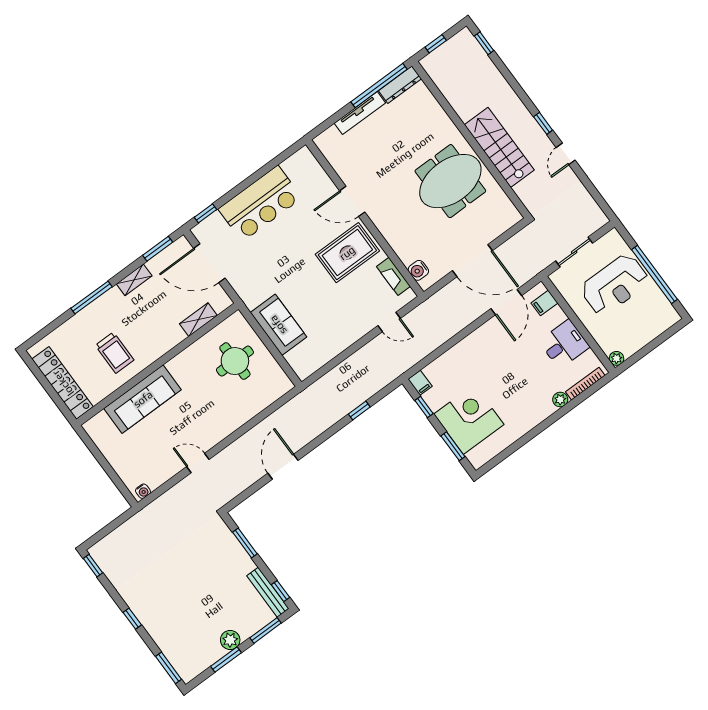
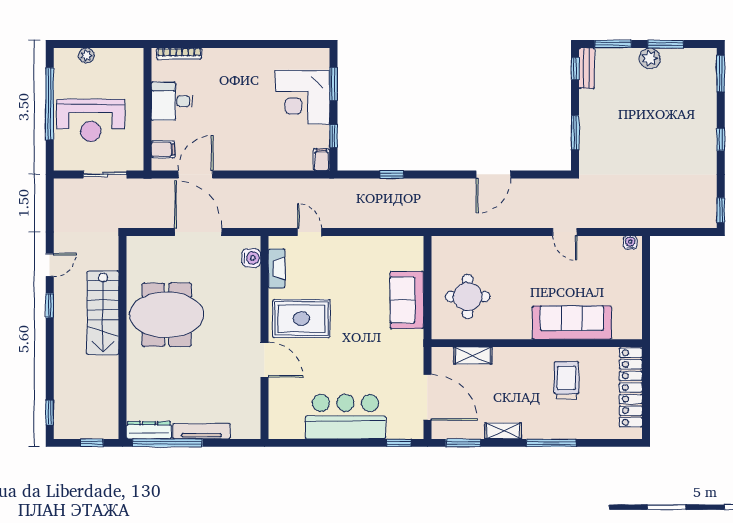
reception desk: (615, 285) -> (91, 120), turned 180
plant: (617, 358) -> (86, 55), moved
plant: (560, 399) -> (211, 56), removed
bench: (268, 592) -> (587, 68), width x0.73

